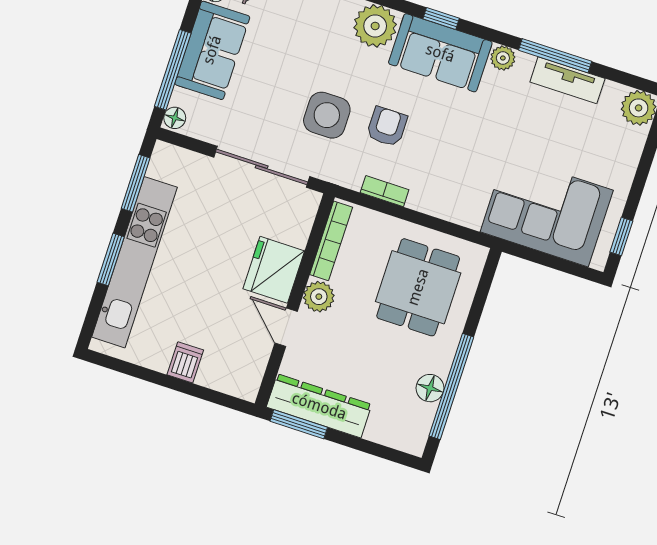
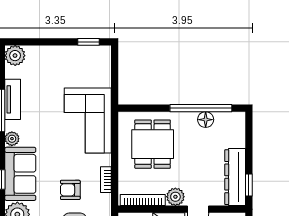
corner sofa: (547, 211) -> (88, 121), moved
dining table: (418, 287) -> (153, 144), turned 90
window: (299, 424) -> (249, 185), width x0.67

